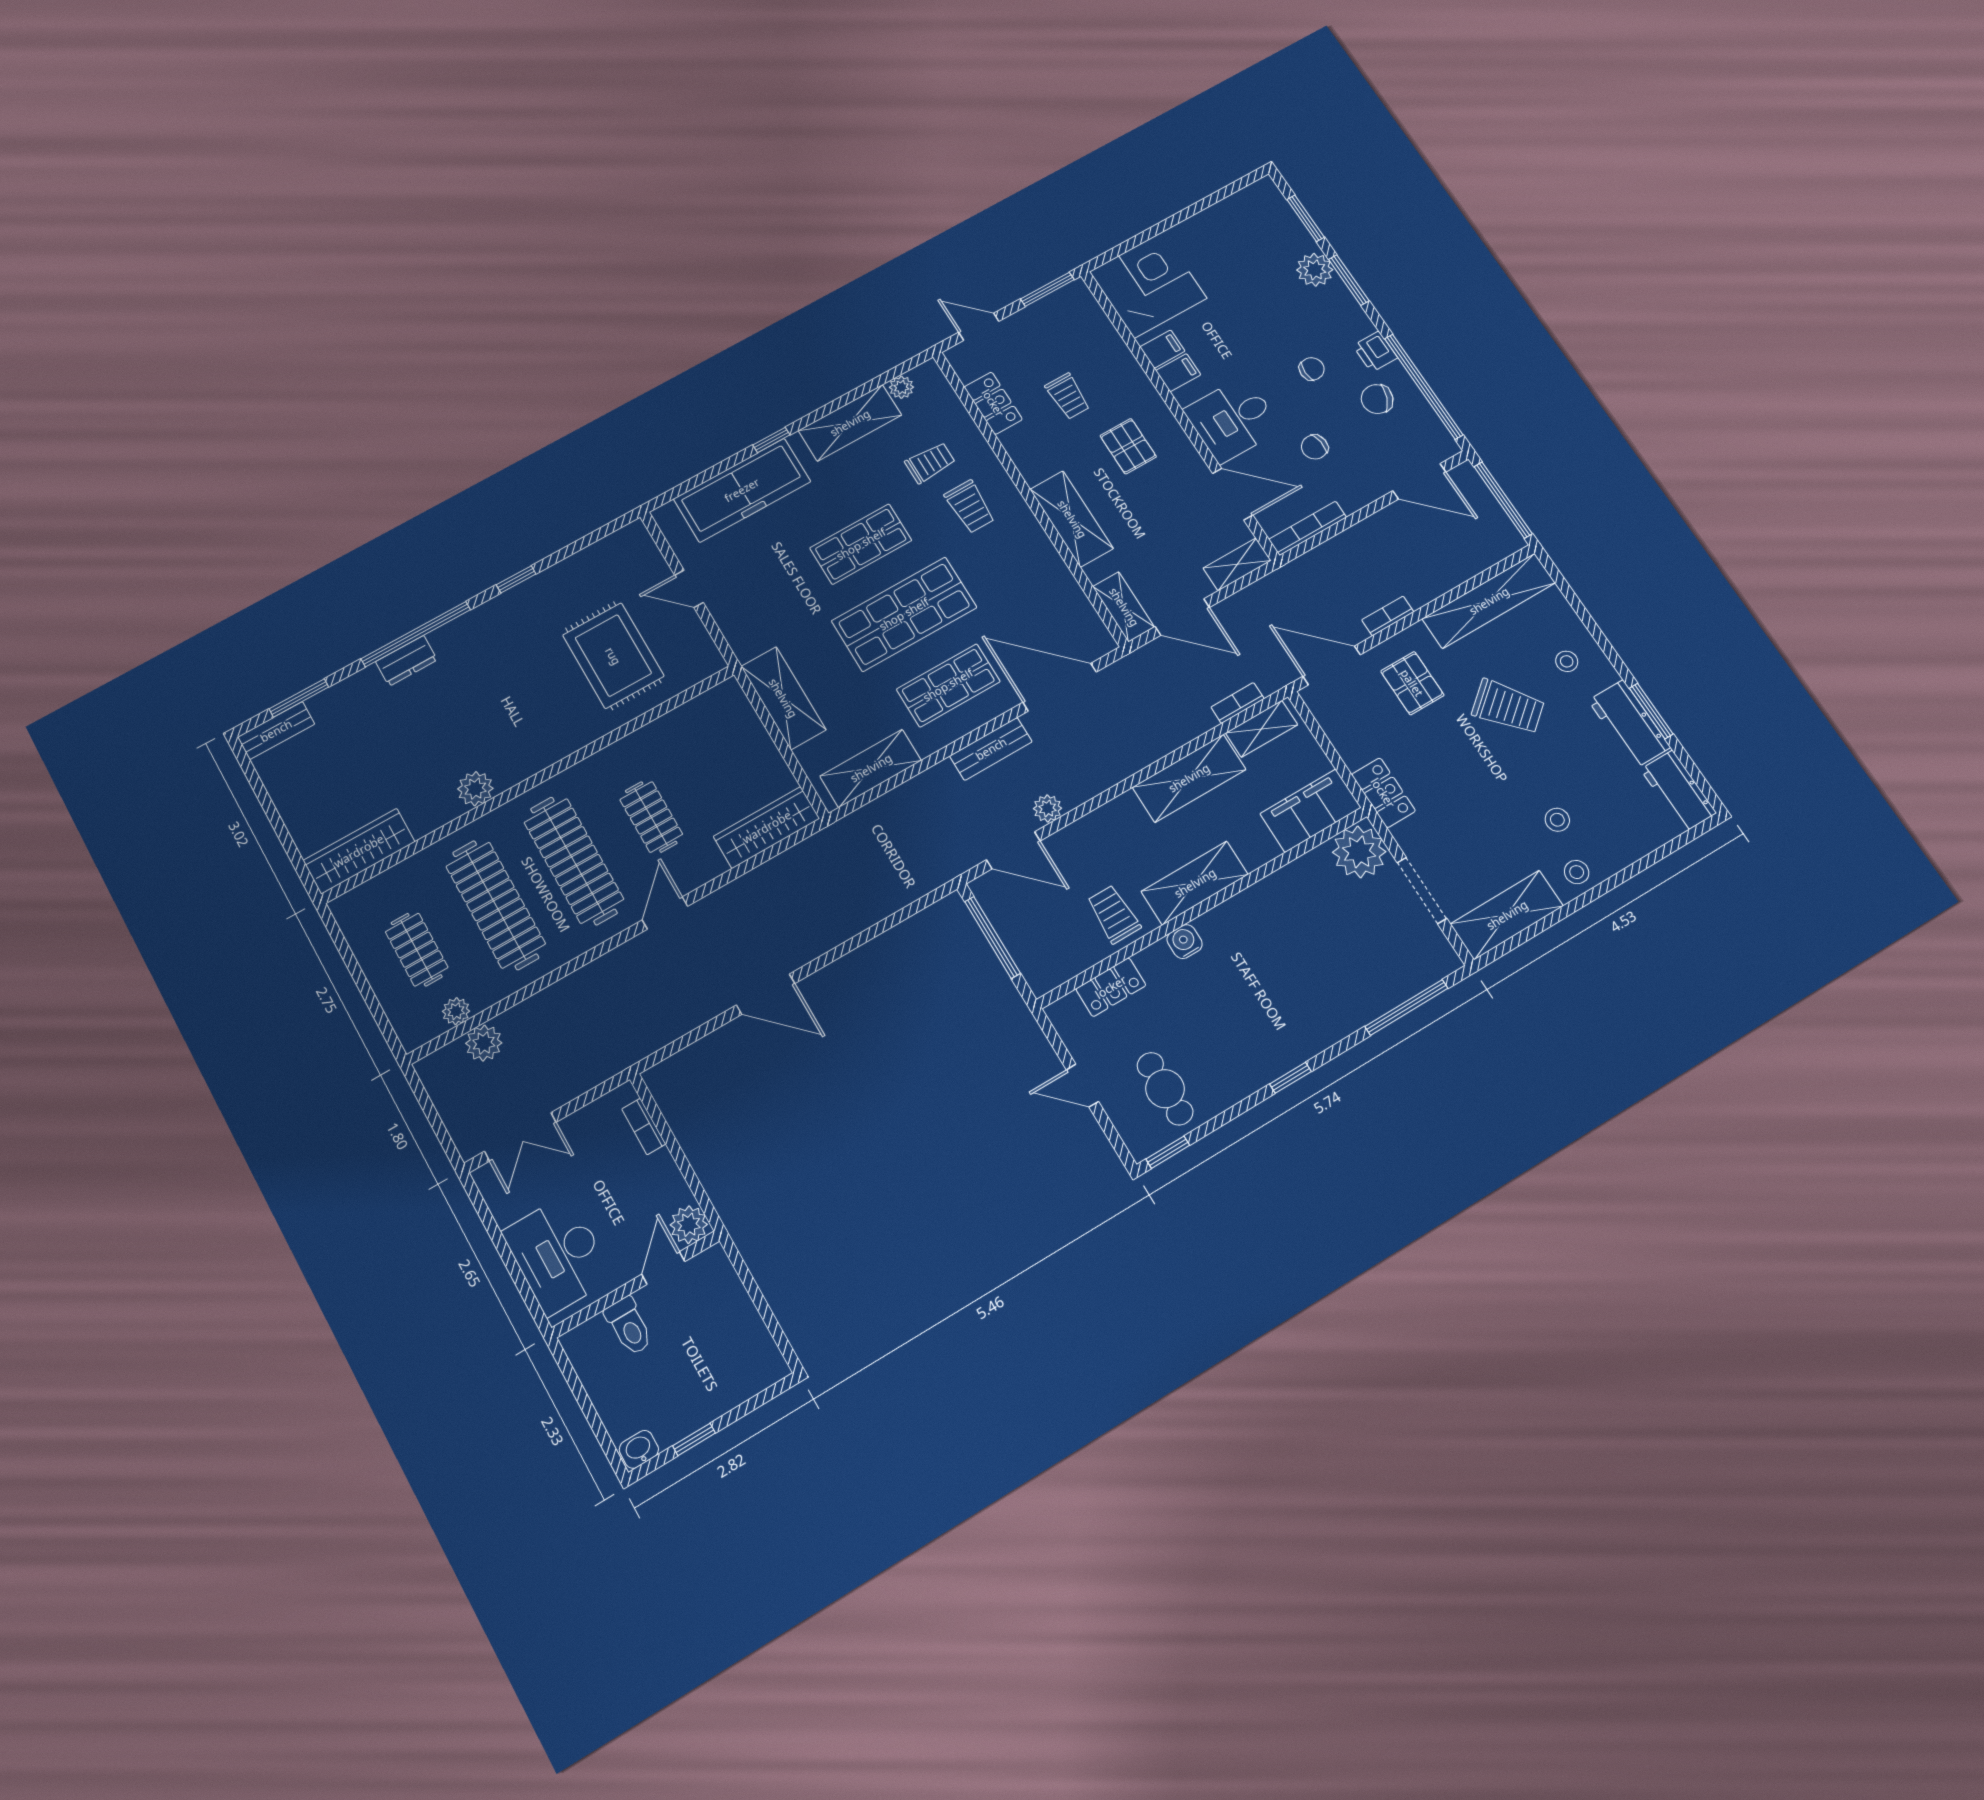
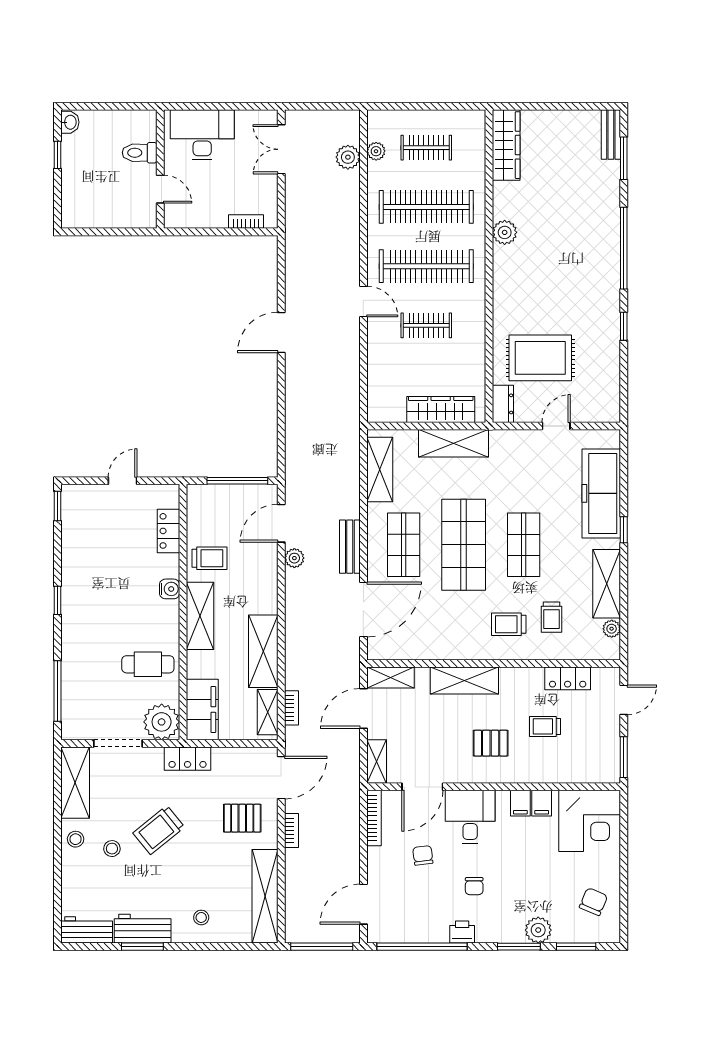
chair: (1377, 399) -> (593, 902), moved
dresser: (406, 661) -> (503, 404), moved, turned 180
trolley: (1508, 707) -> (159, 830), moved
wardrobe: (767, 827) -> (441, 409), moved, turned -90
cafe table: (1165, 1089) -> (148, 664), moved
plant: (689, 1225) -> (176, 216), removed

